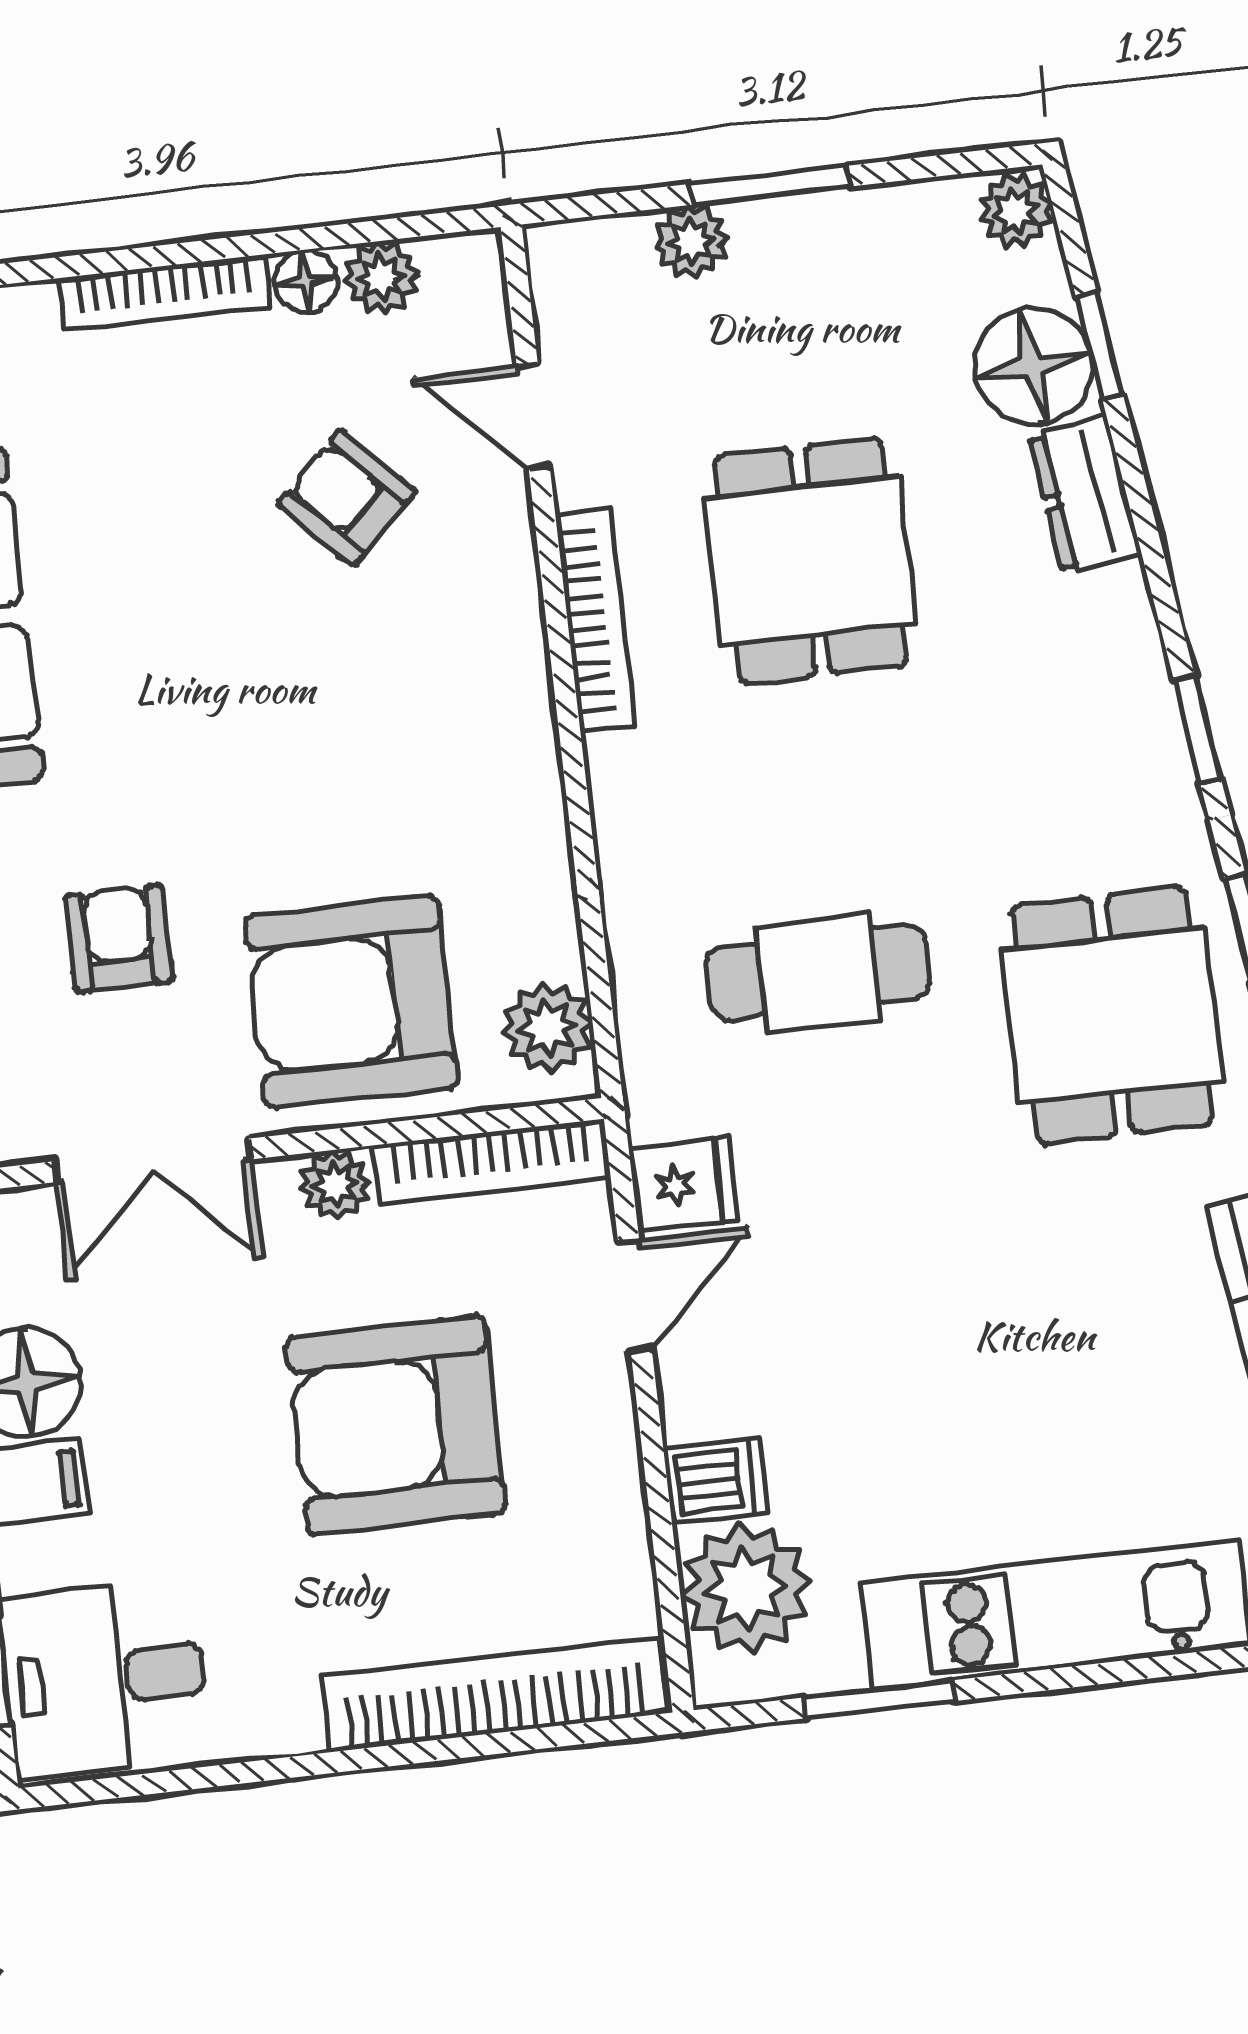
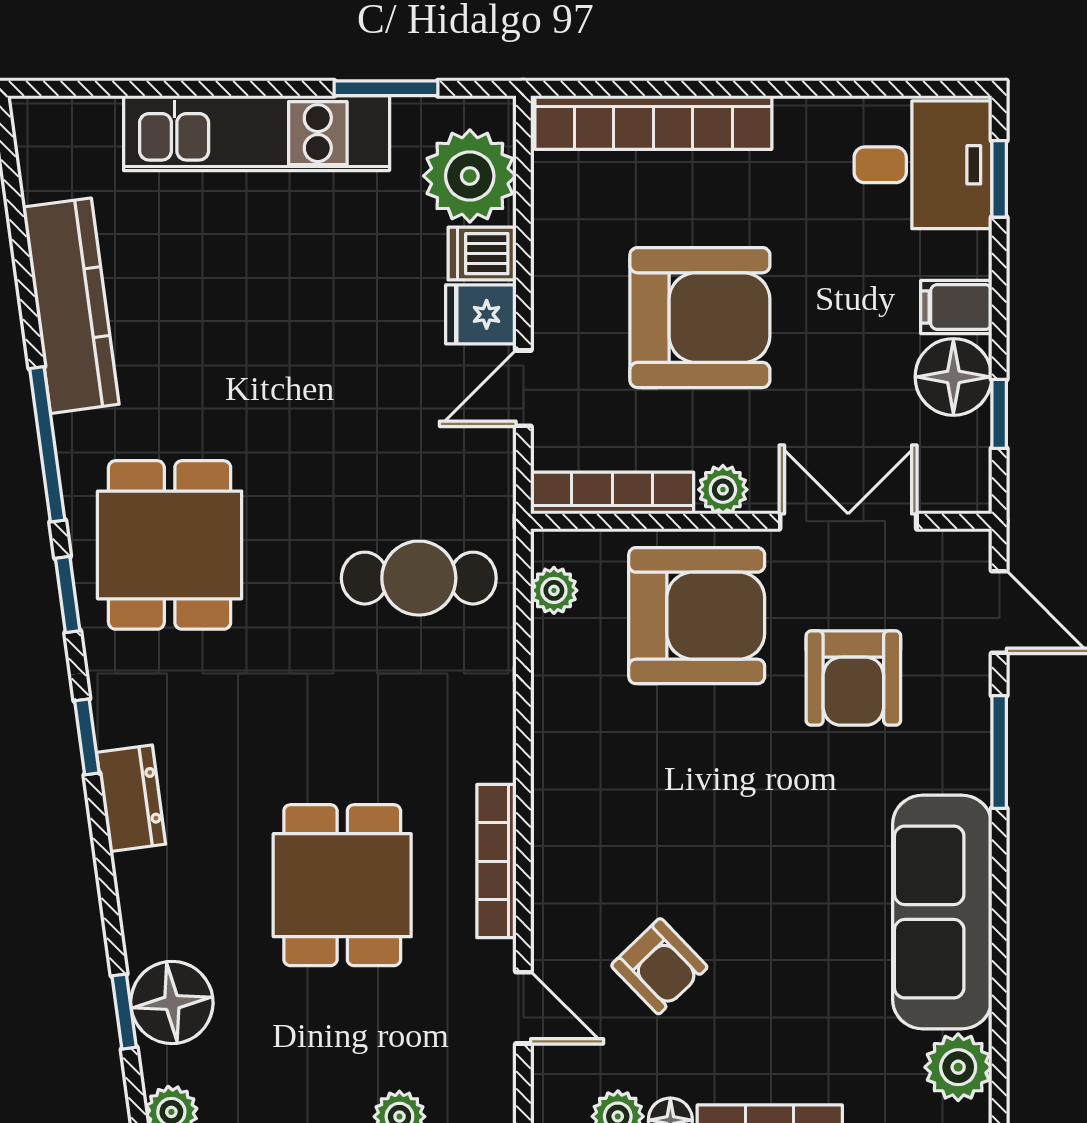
dresser: (1085, 495) -> (131, 798), moved
armchair: (119, 939) -> (853, 678), width x1.38, depth x1.38
cafe table: (818, 973) -> (419, 578), moved
plant: (548, 1028) -> (554, 590), width x0.73, depth x0.73
fridge: (683, 1184) -> (481, 314), moved

